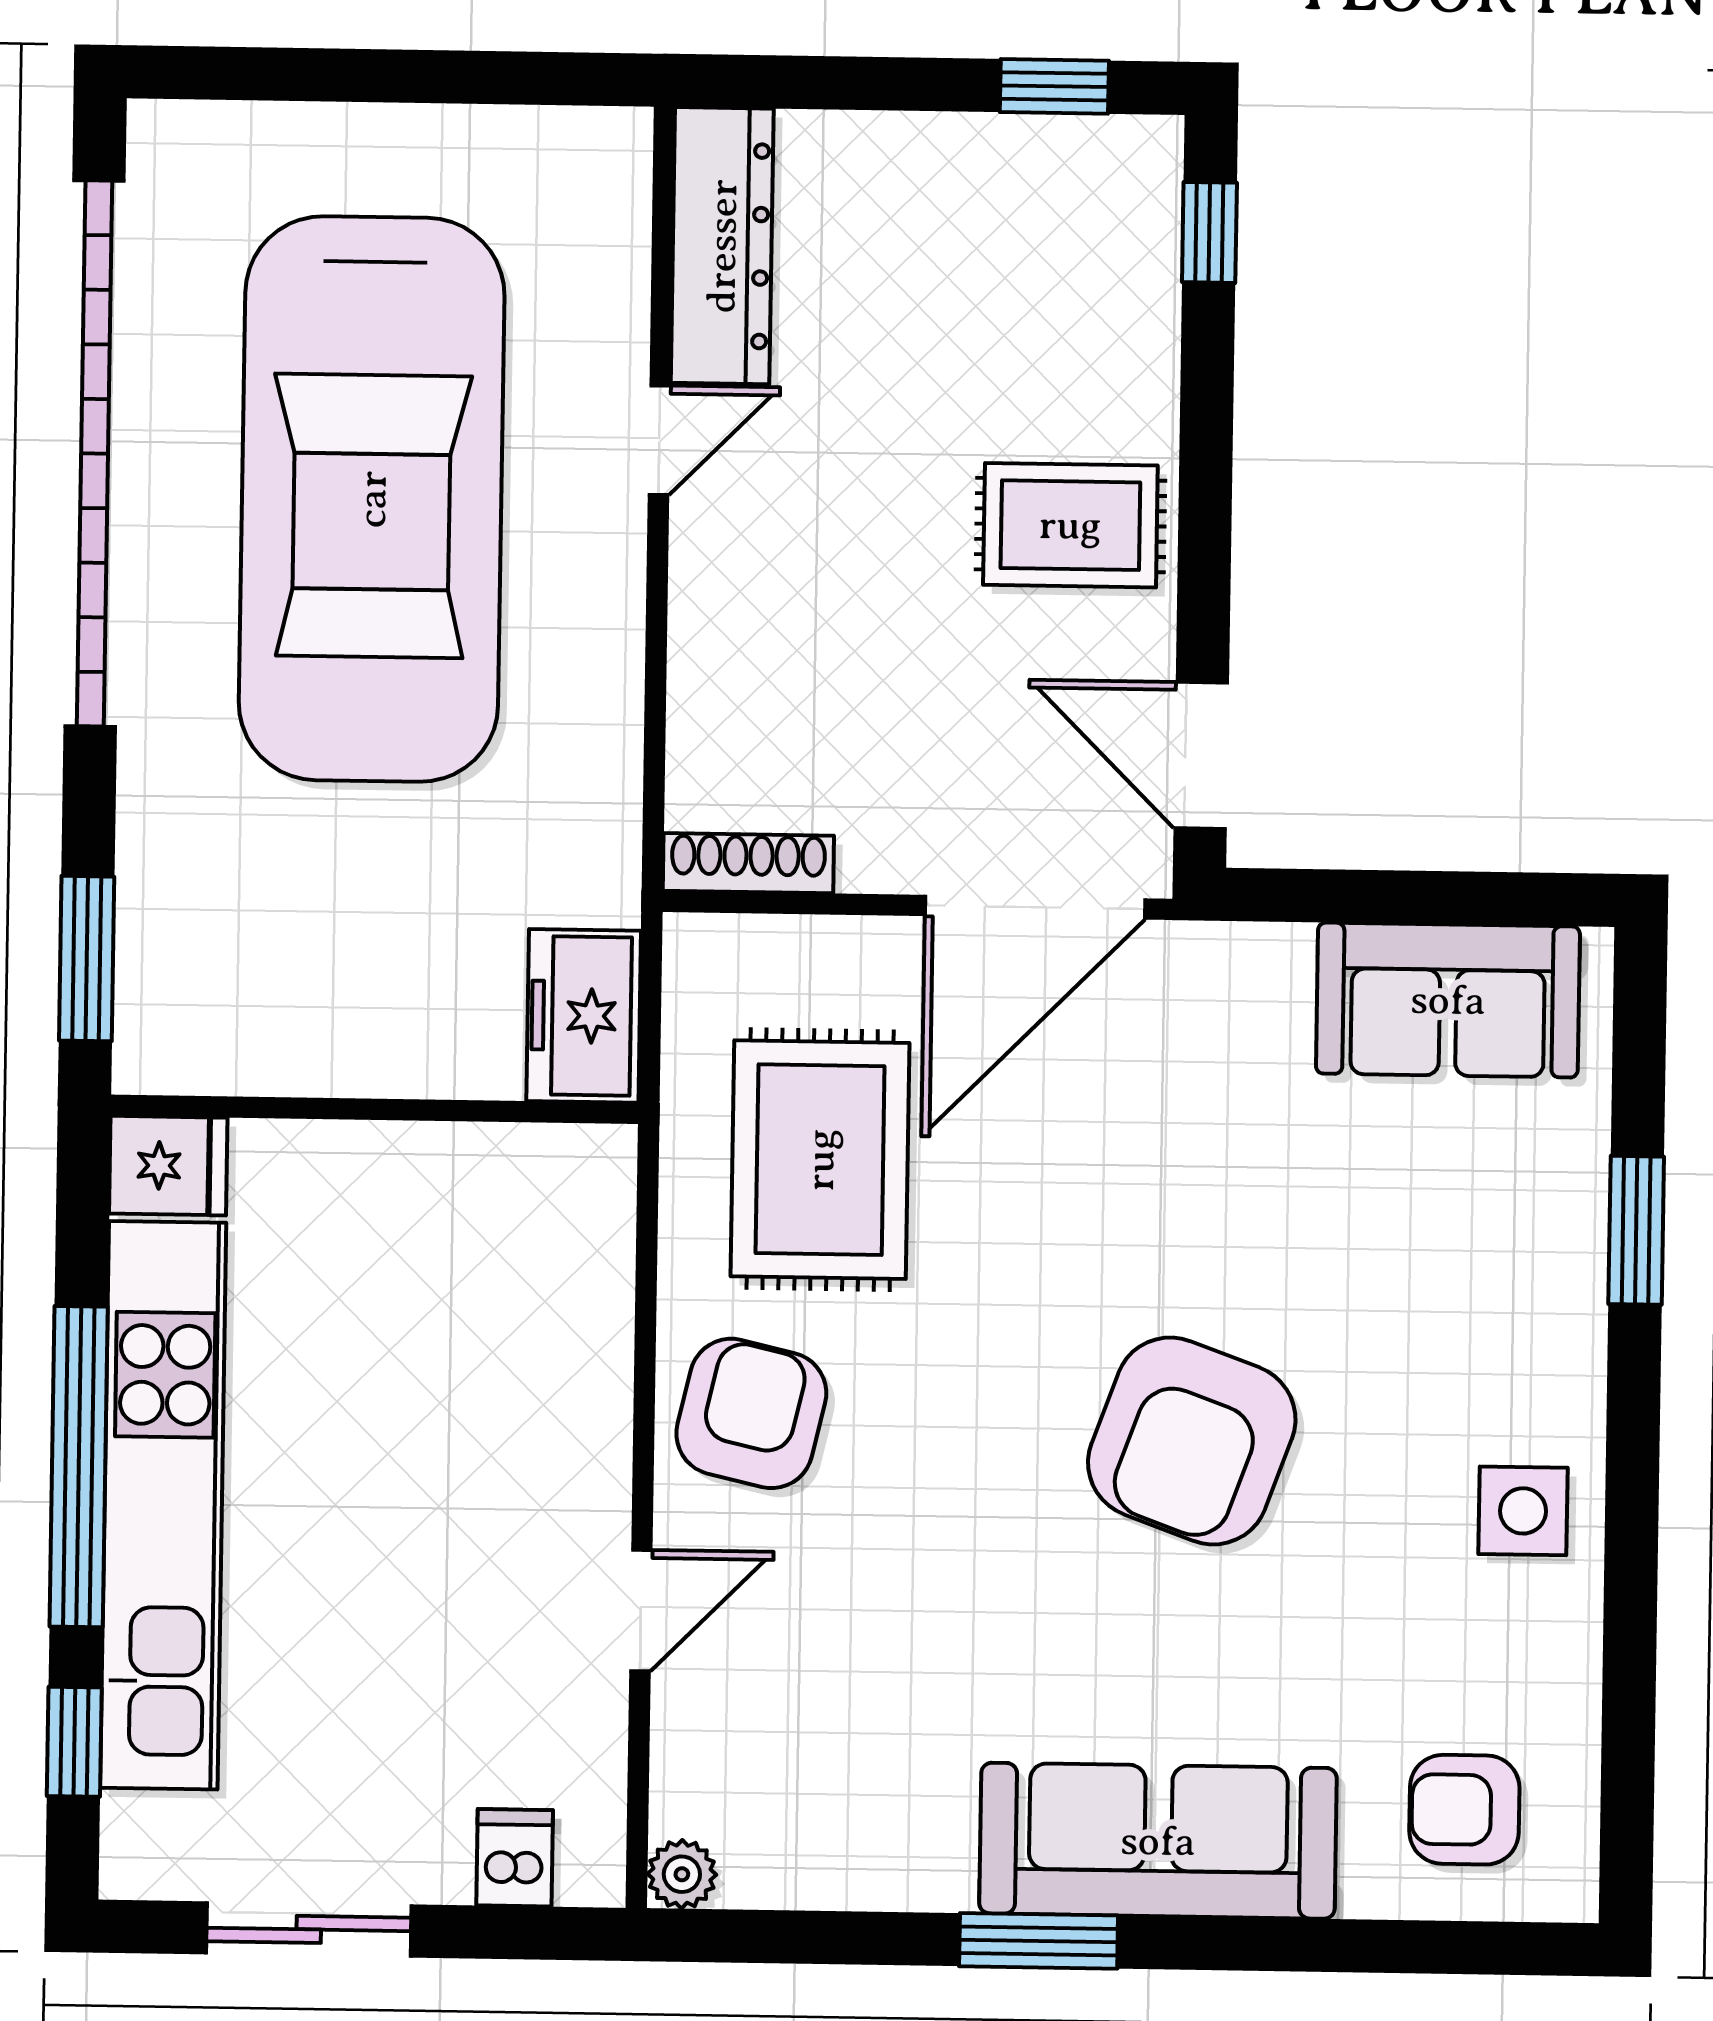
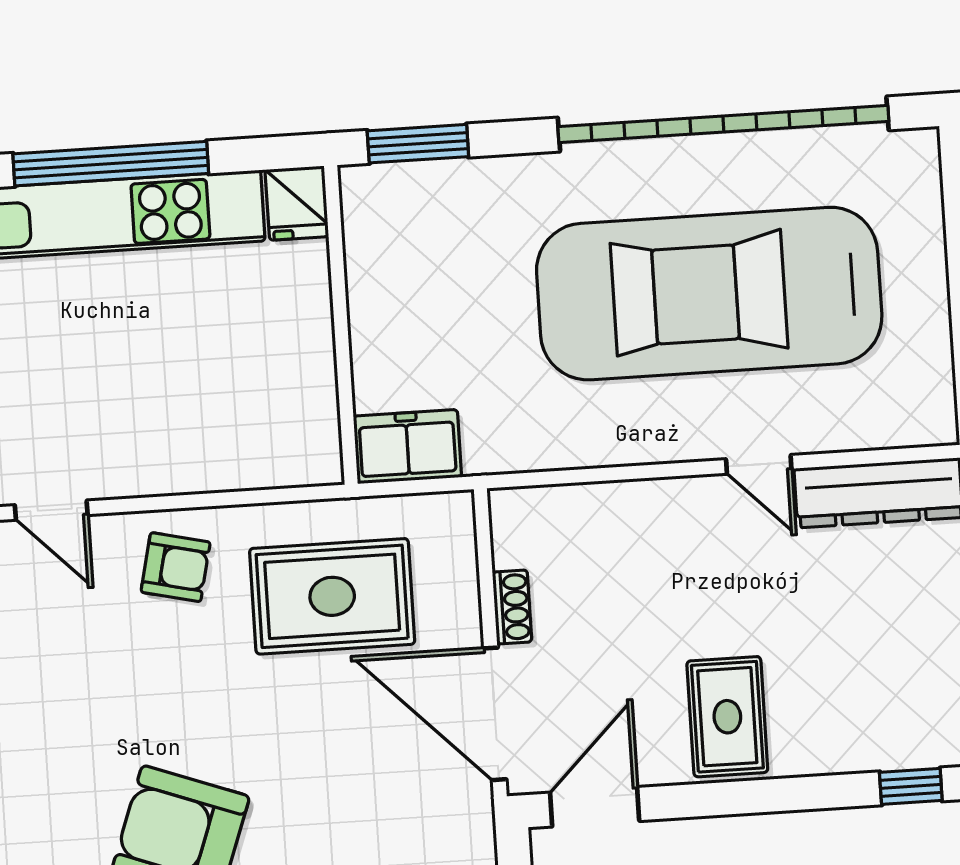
shoe rack: (748, 863) -> (512, 607), moved, width x0.70
armchair: (751, 1413) -> (176, 567), width x0.72, depth x0.72

